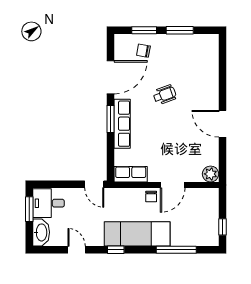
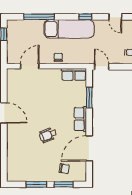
window: (111, 119) -> (89, 98), moved
row of seats: (122, 124) -> (80, 119), width x0.68
plant: (211, 174) -> (13, 75), removed
door: (173, 185) -> (30, 66), moved

